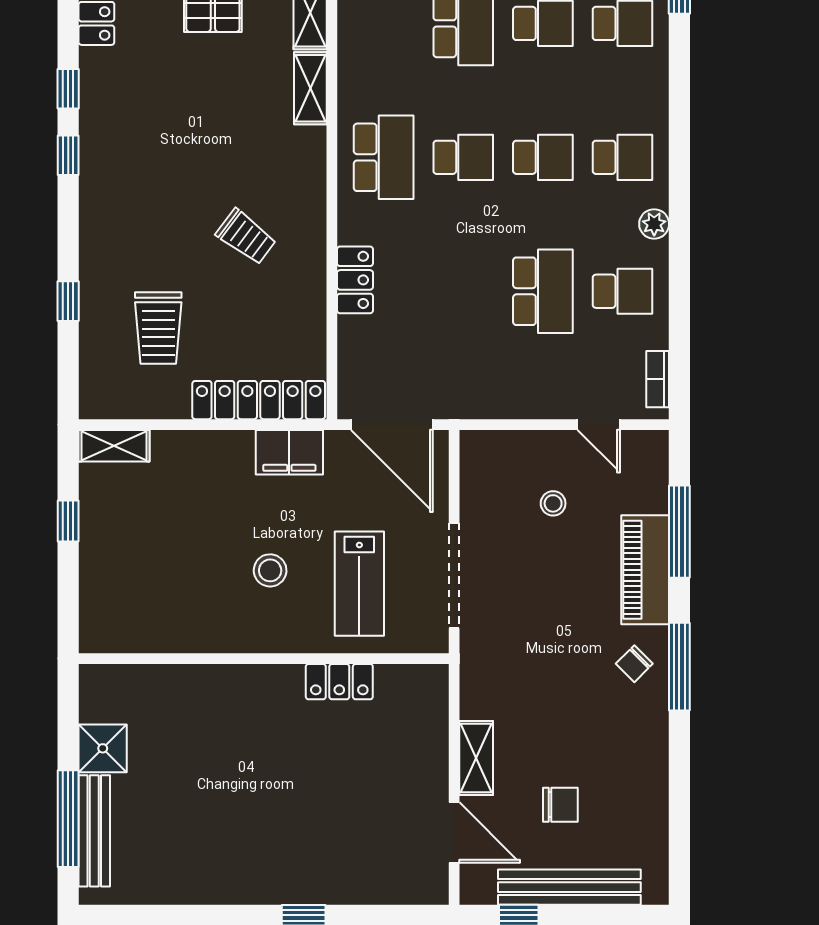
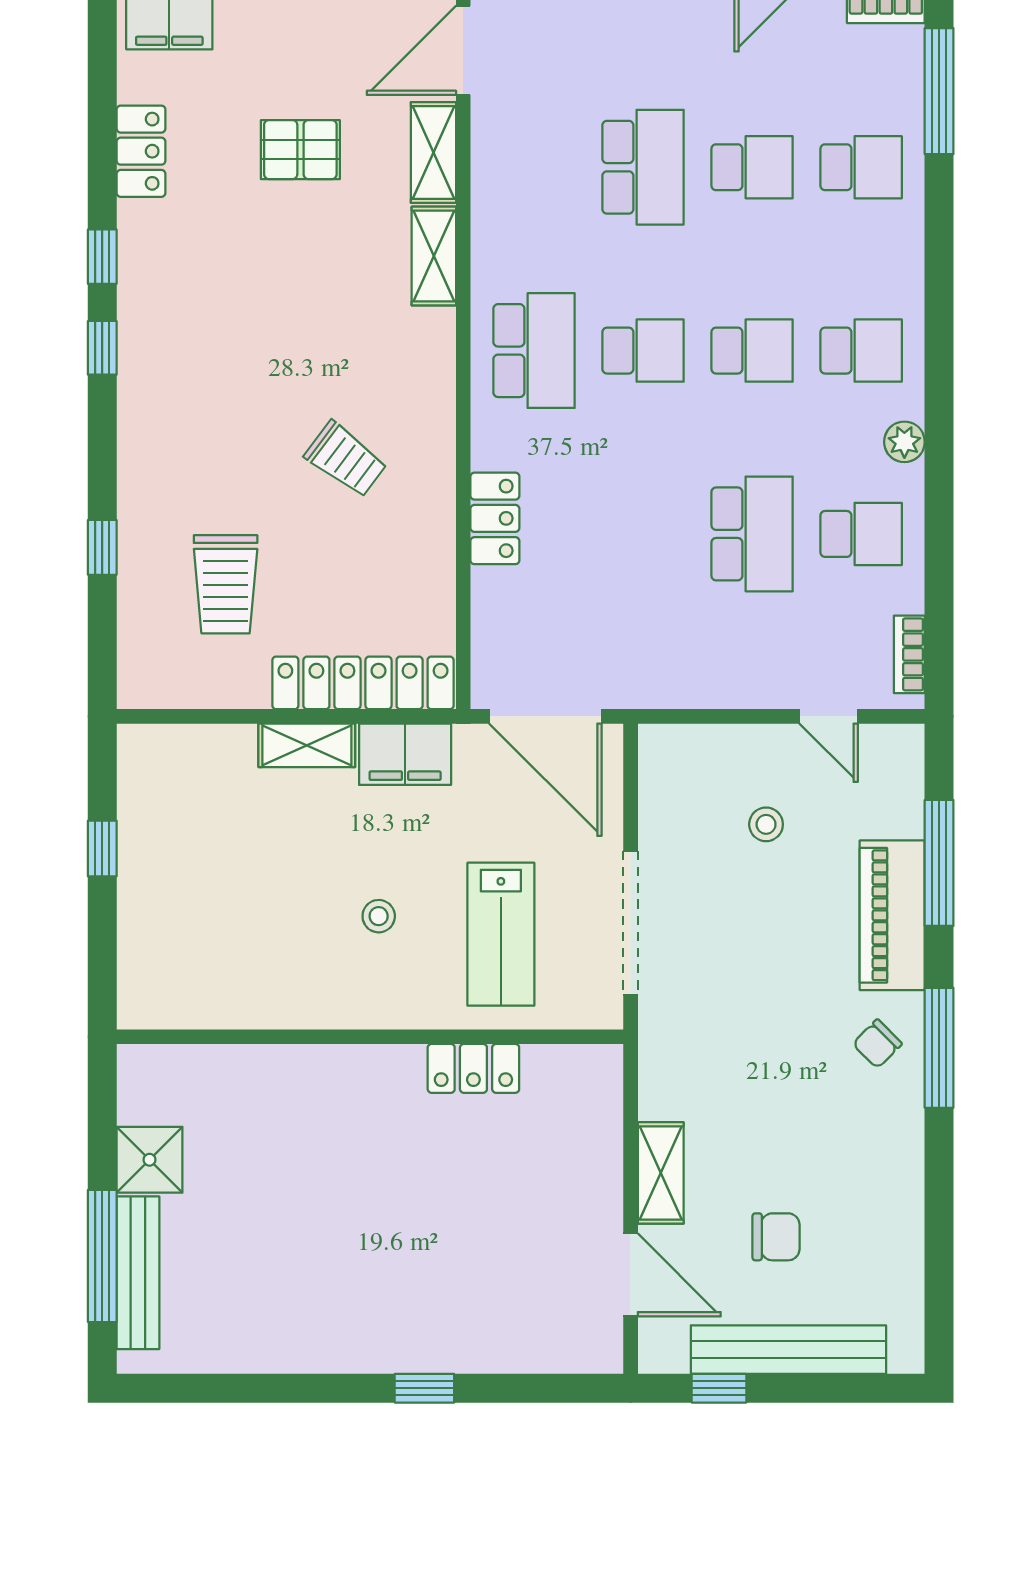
shelving: (114, 446) -> (307, 745), moved
stool: (270, 570) -> (379, 916), width x0.73, depth x0.73

